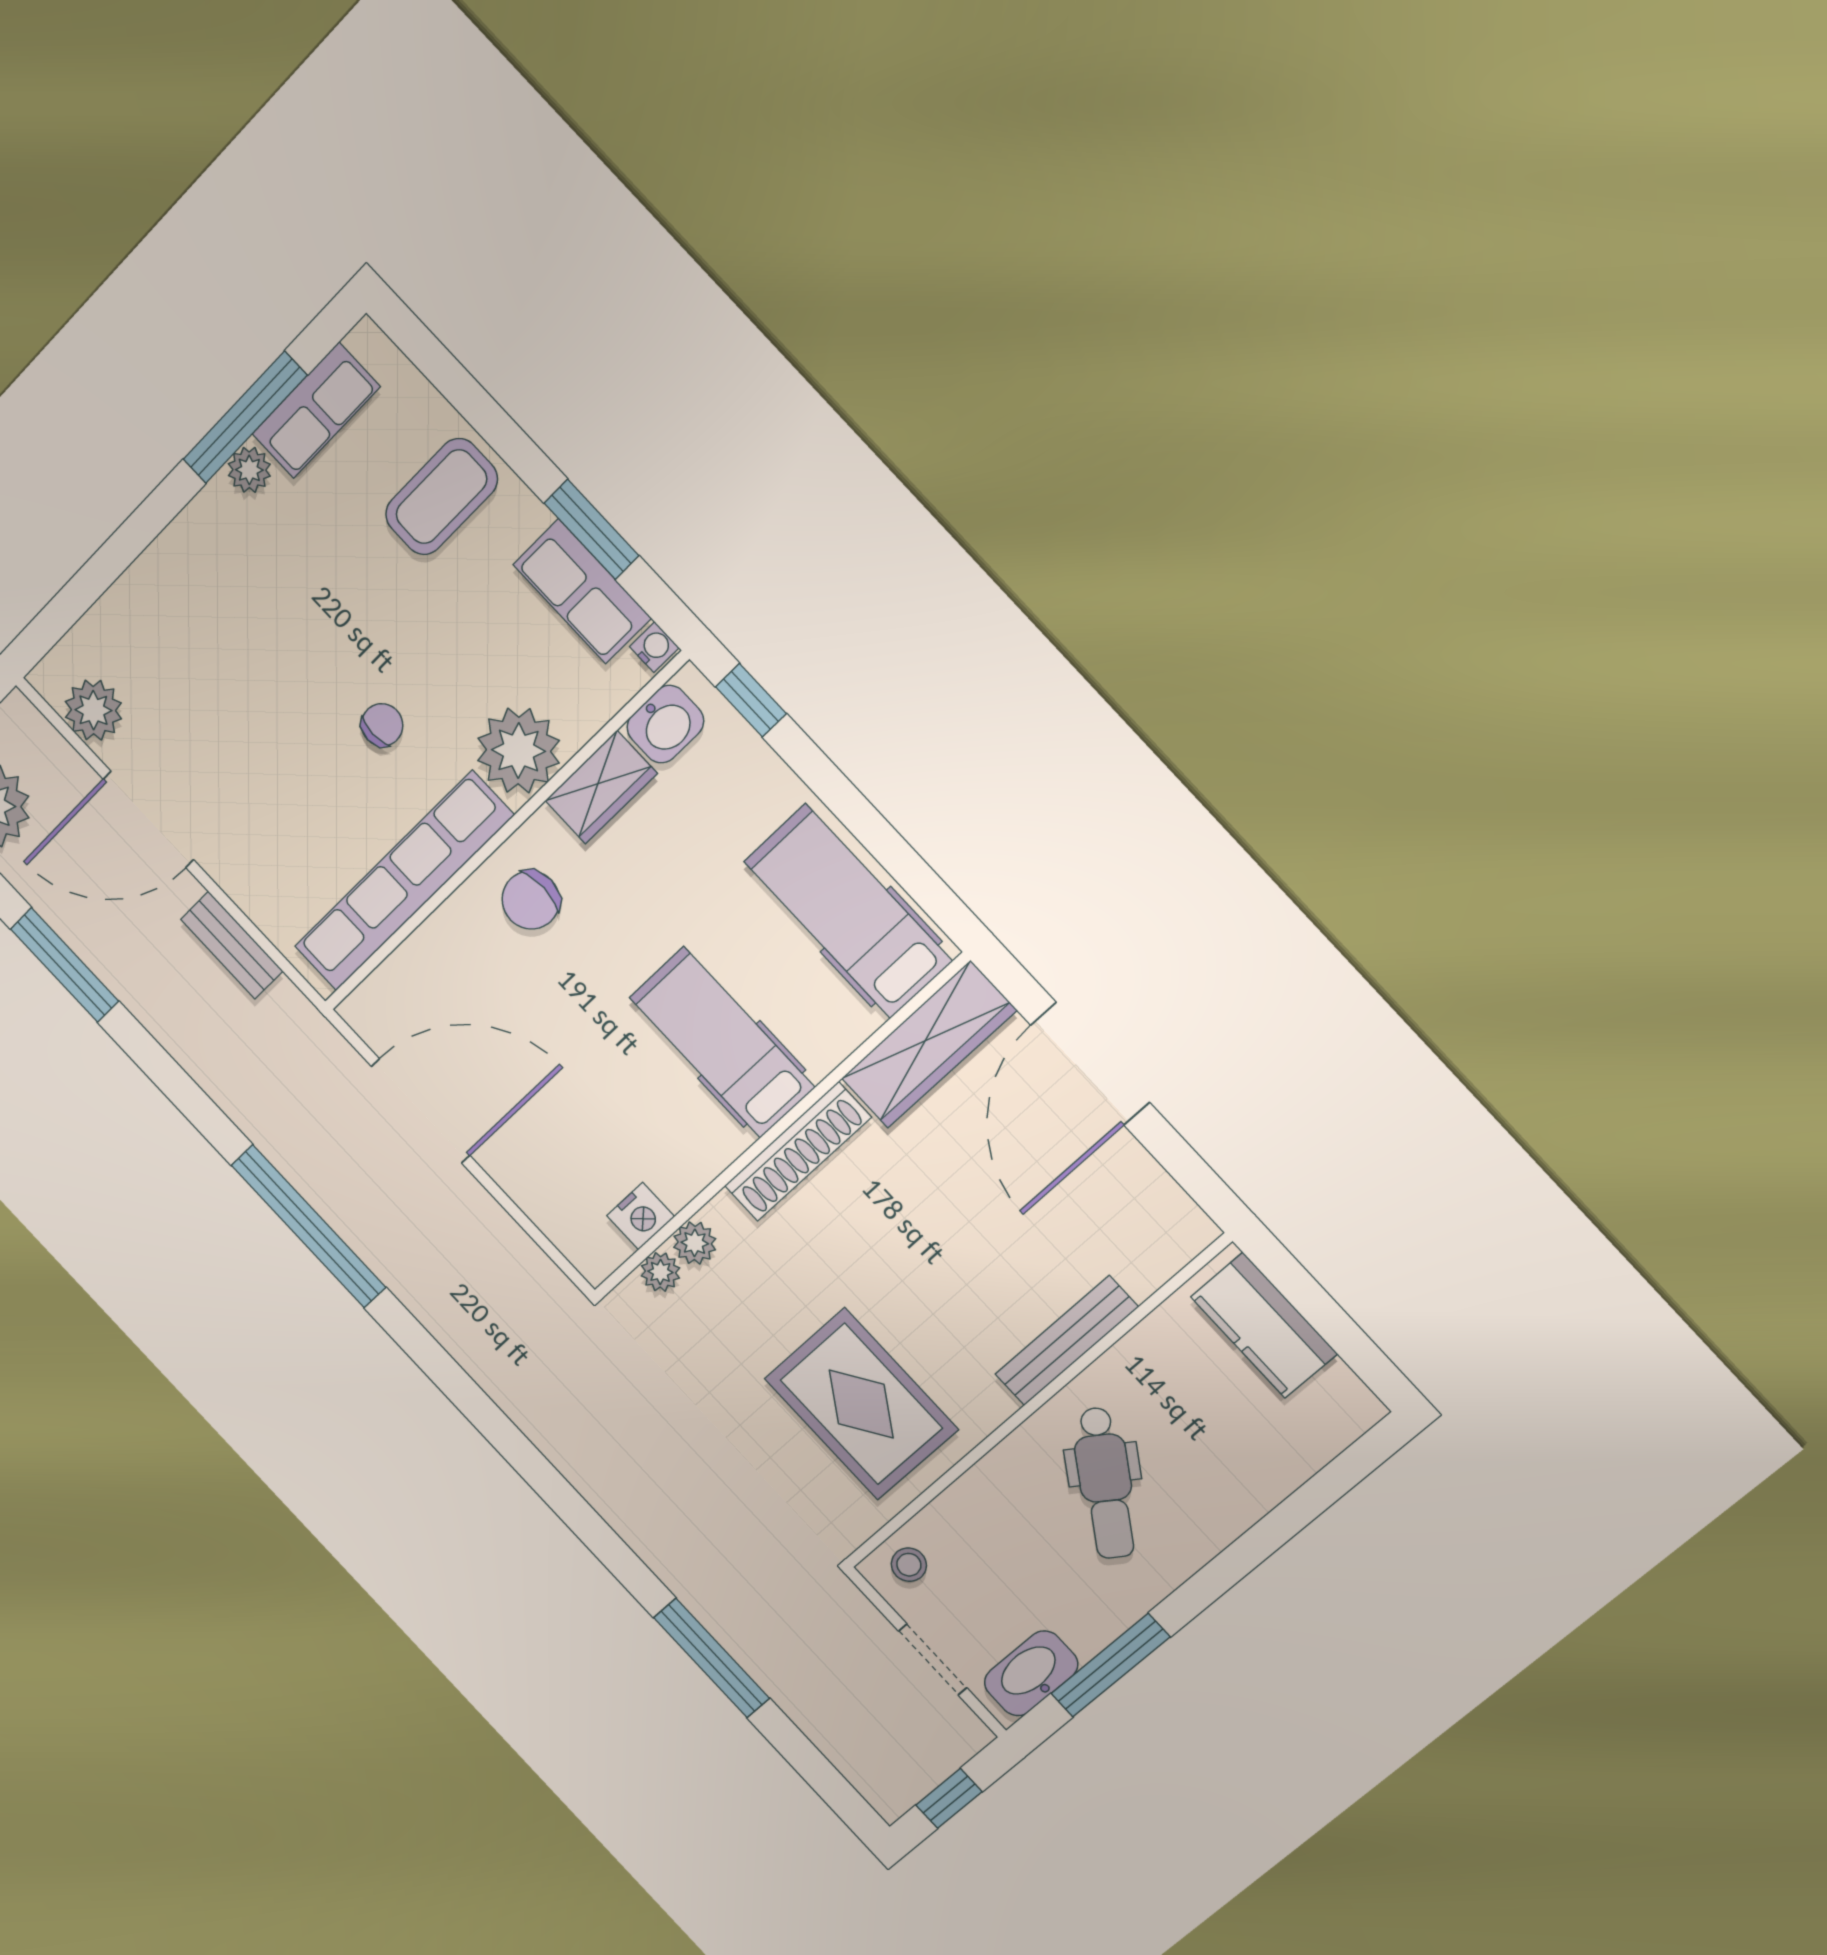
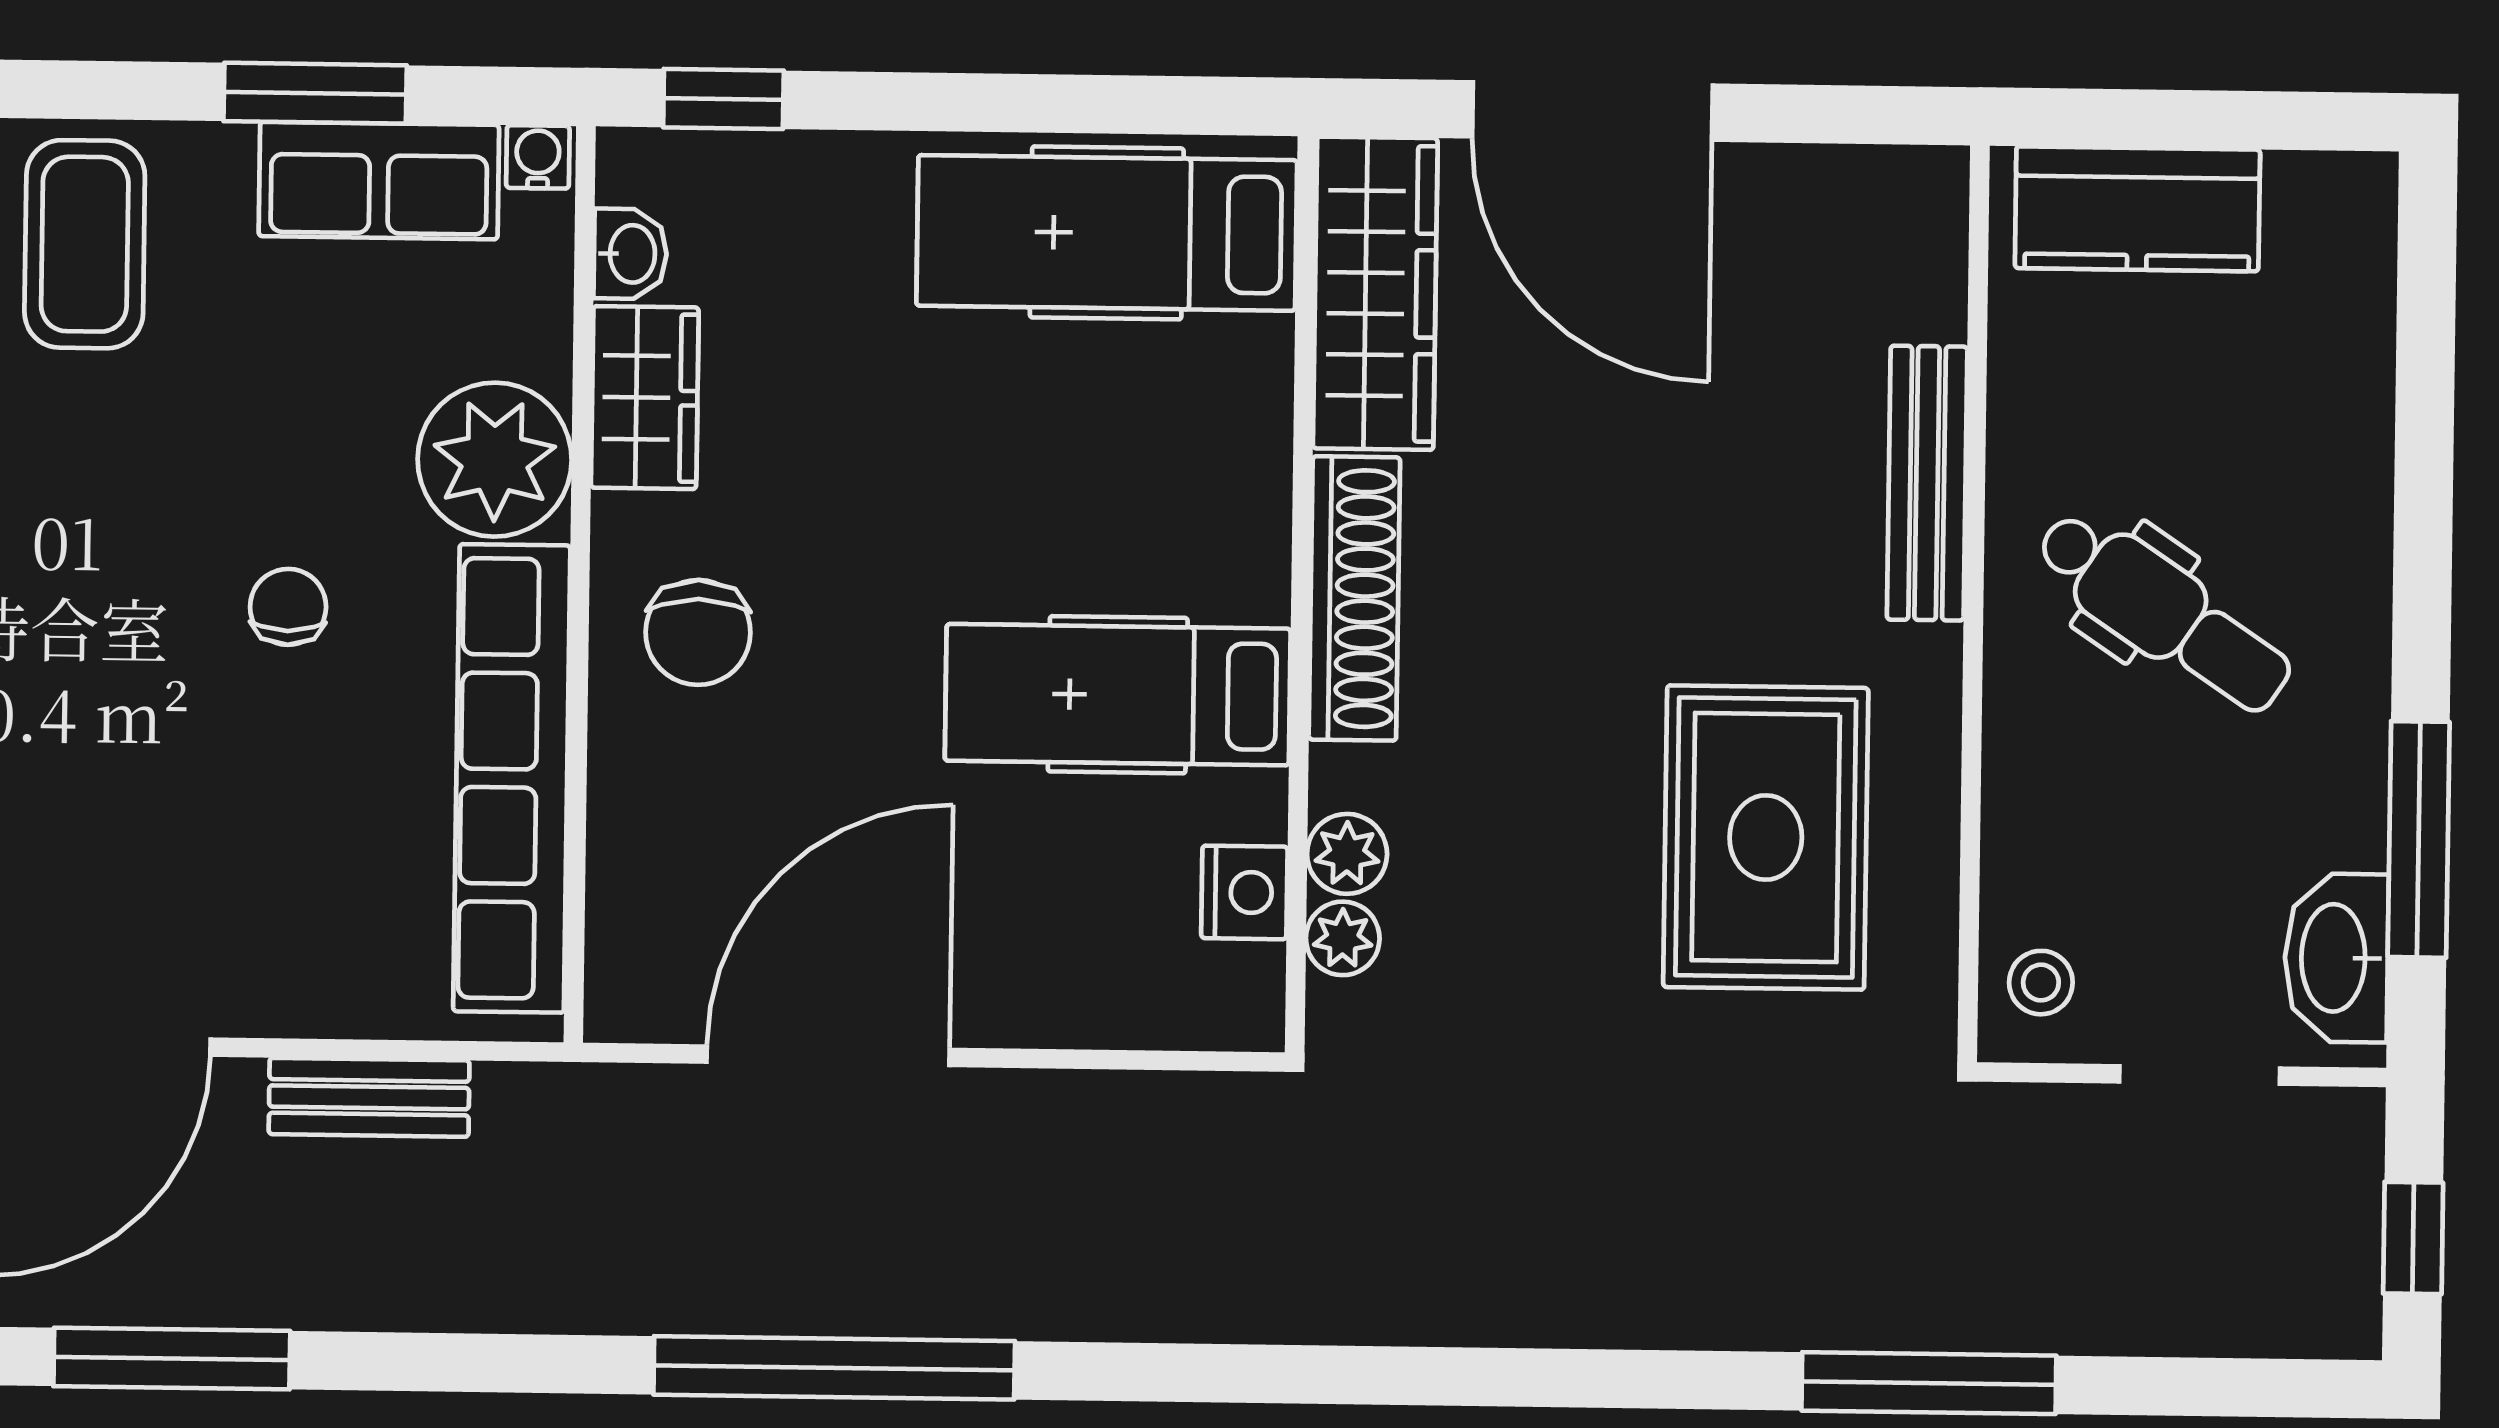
washbasin: (665, 724) -> (630, 254), width x0.72, depth x0.69
hospital bed: (722, 1042) -> (1118, 695), moved
rug: (861, 1404) -> (1766, 838), turned 90

